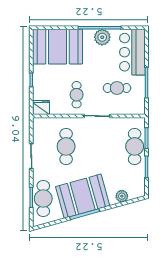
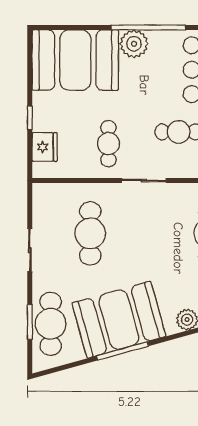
plant: (102, 37) -> (134, 44), moved
fridge: (41, 107) -> (45, 147), moved, turned 90

